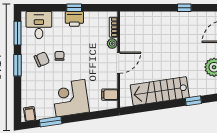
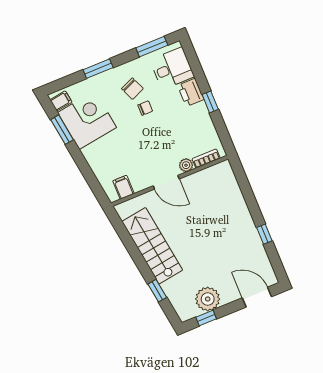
printer: (74, 19) -> (191, 92), moved
window: (18, 65) -> (98, 69), moved
corner desk: (70, 98) -> (87, 120), moved

